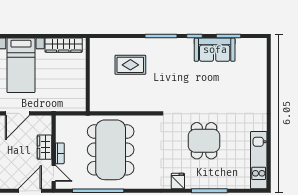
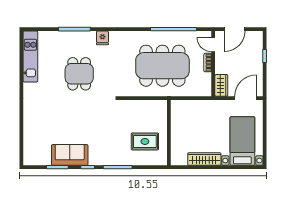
wall: (88, 75) -> (169, 133), moved
wardrobe: (45, 147) -> (221, 85), moved
dining table: (111, 150) -> (162, 66), turned 90

